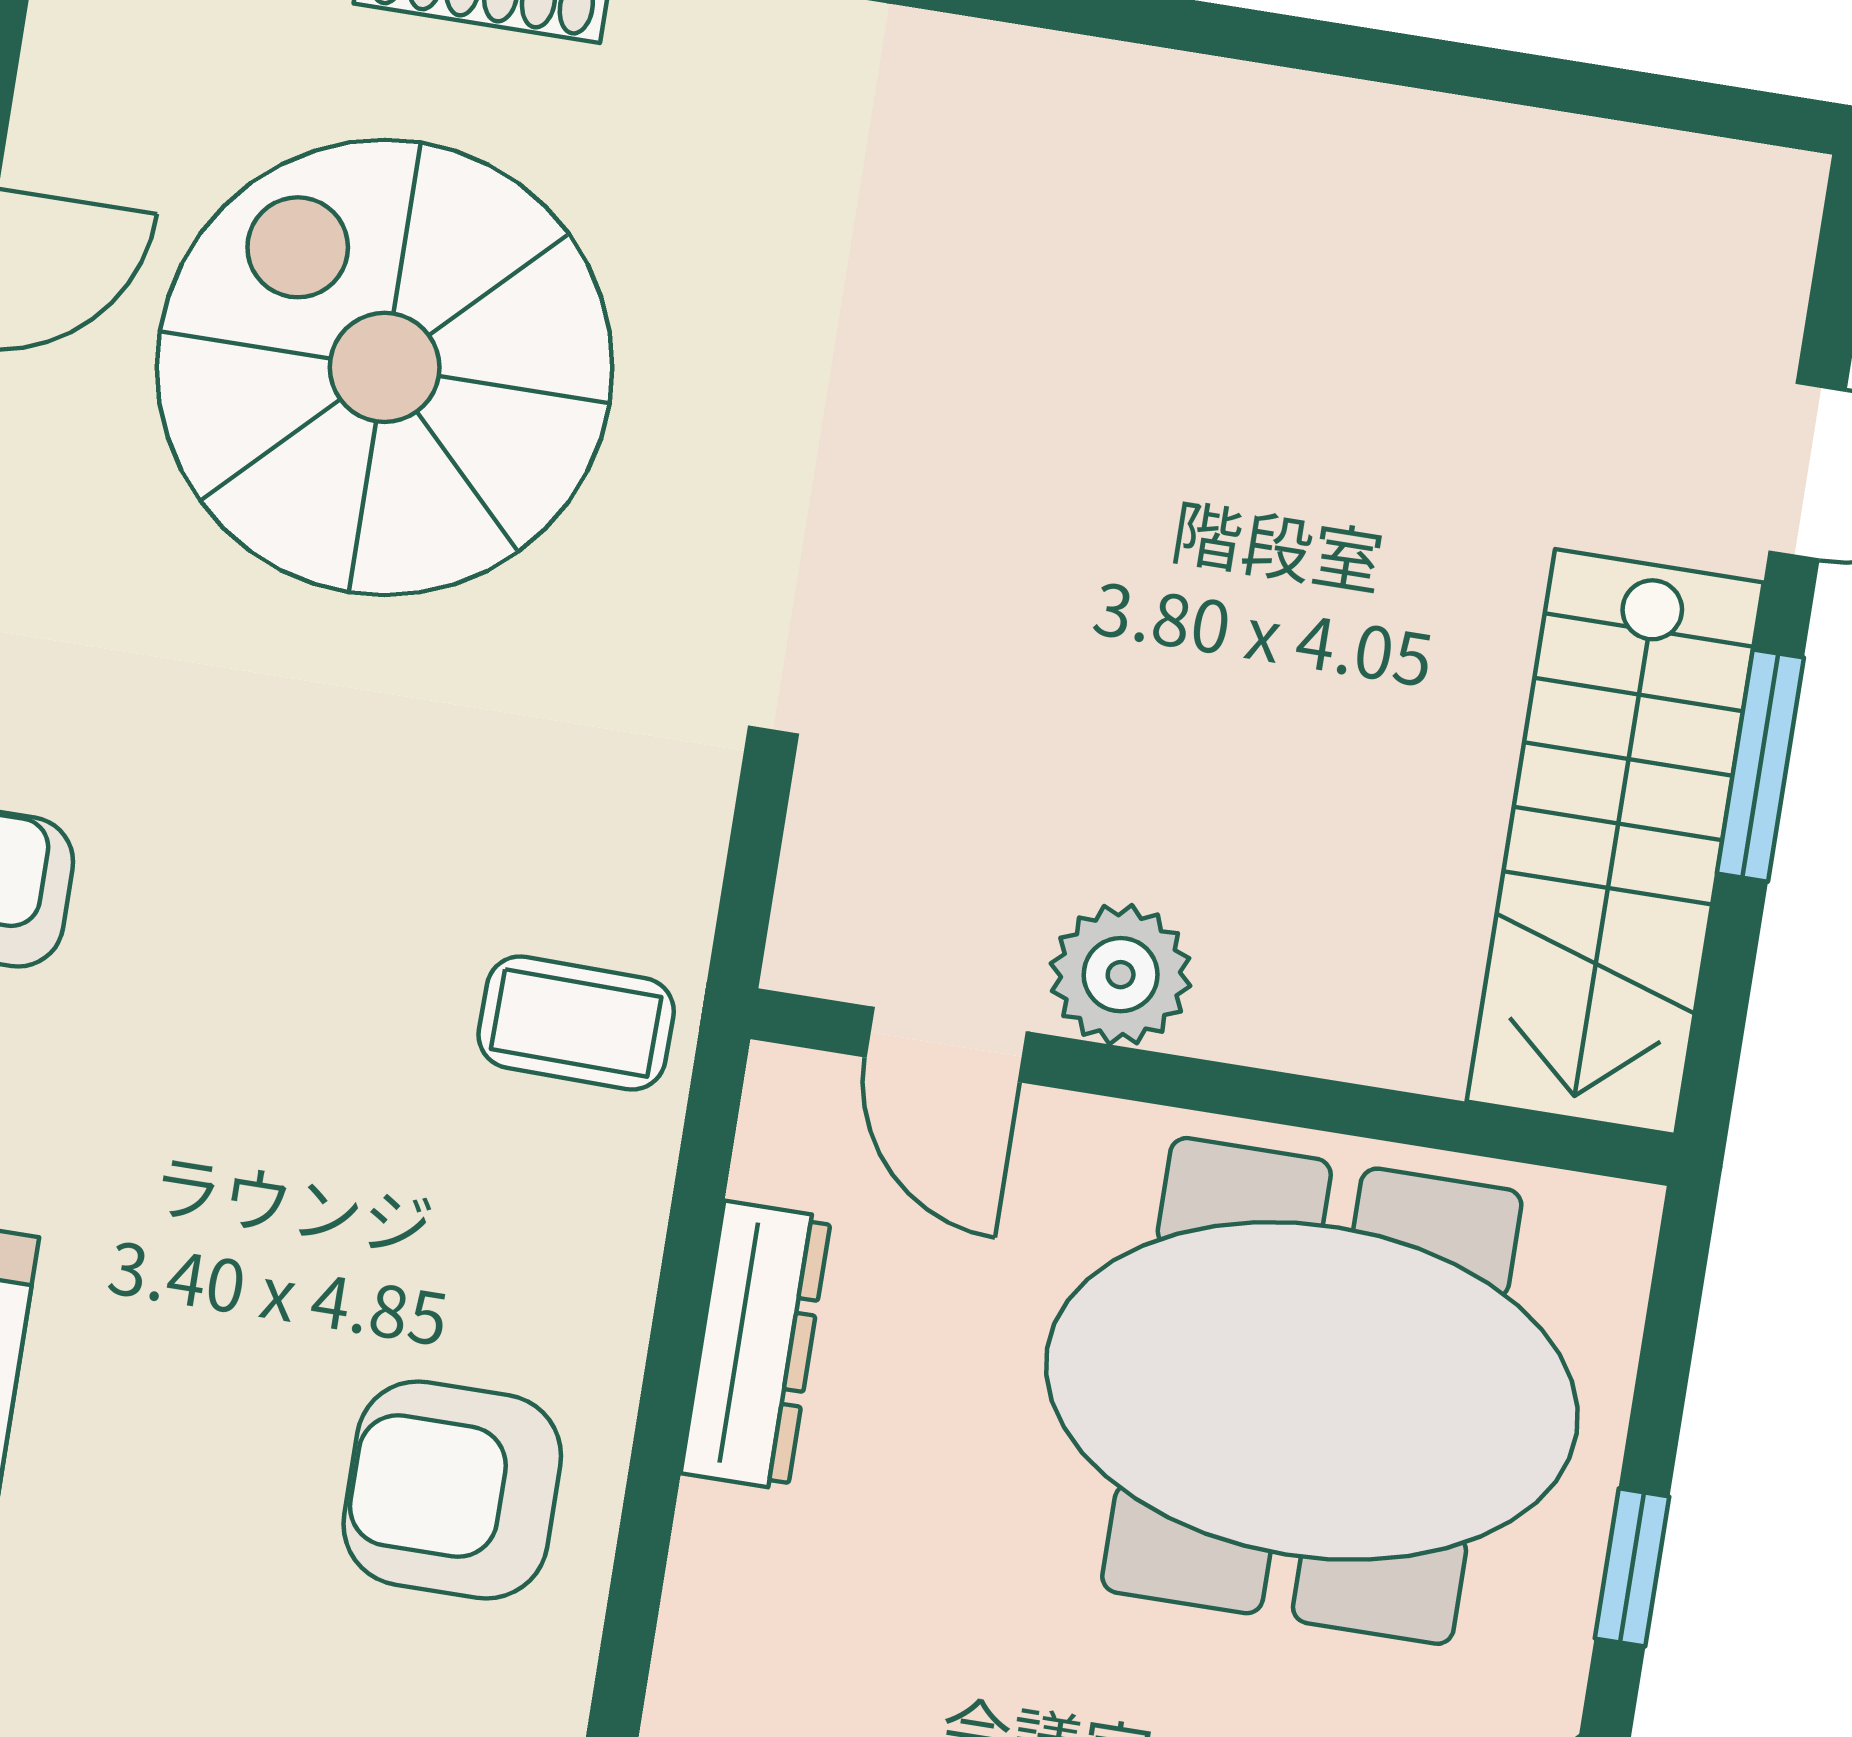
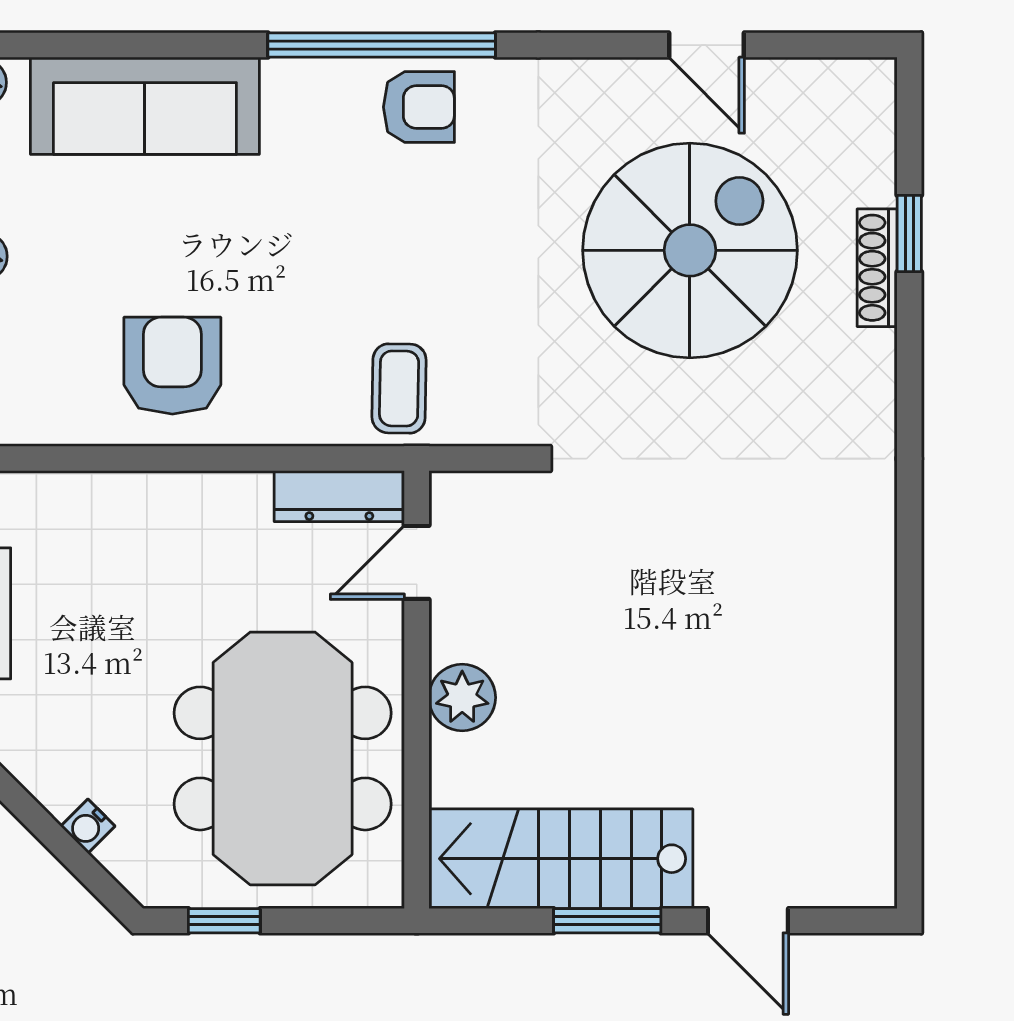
plant: (1121, 975) -> (462, 698), moved
dresser: (756, 1345) -> (339, 496), moved

